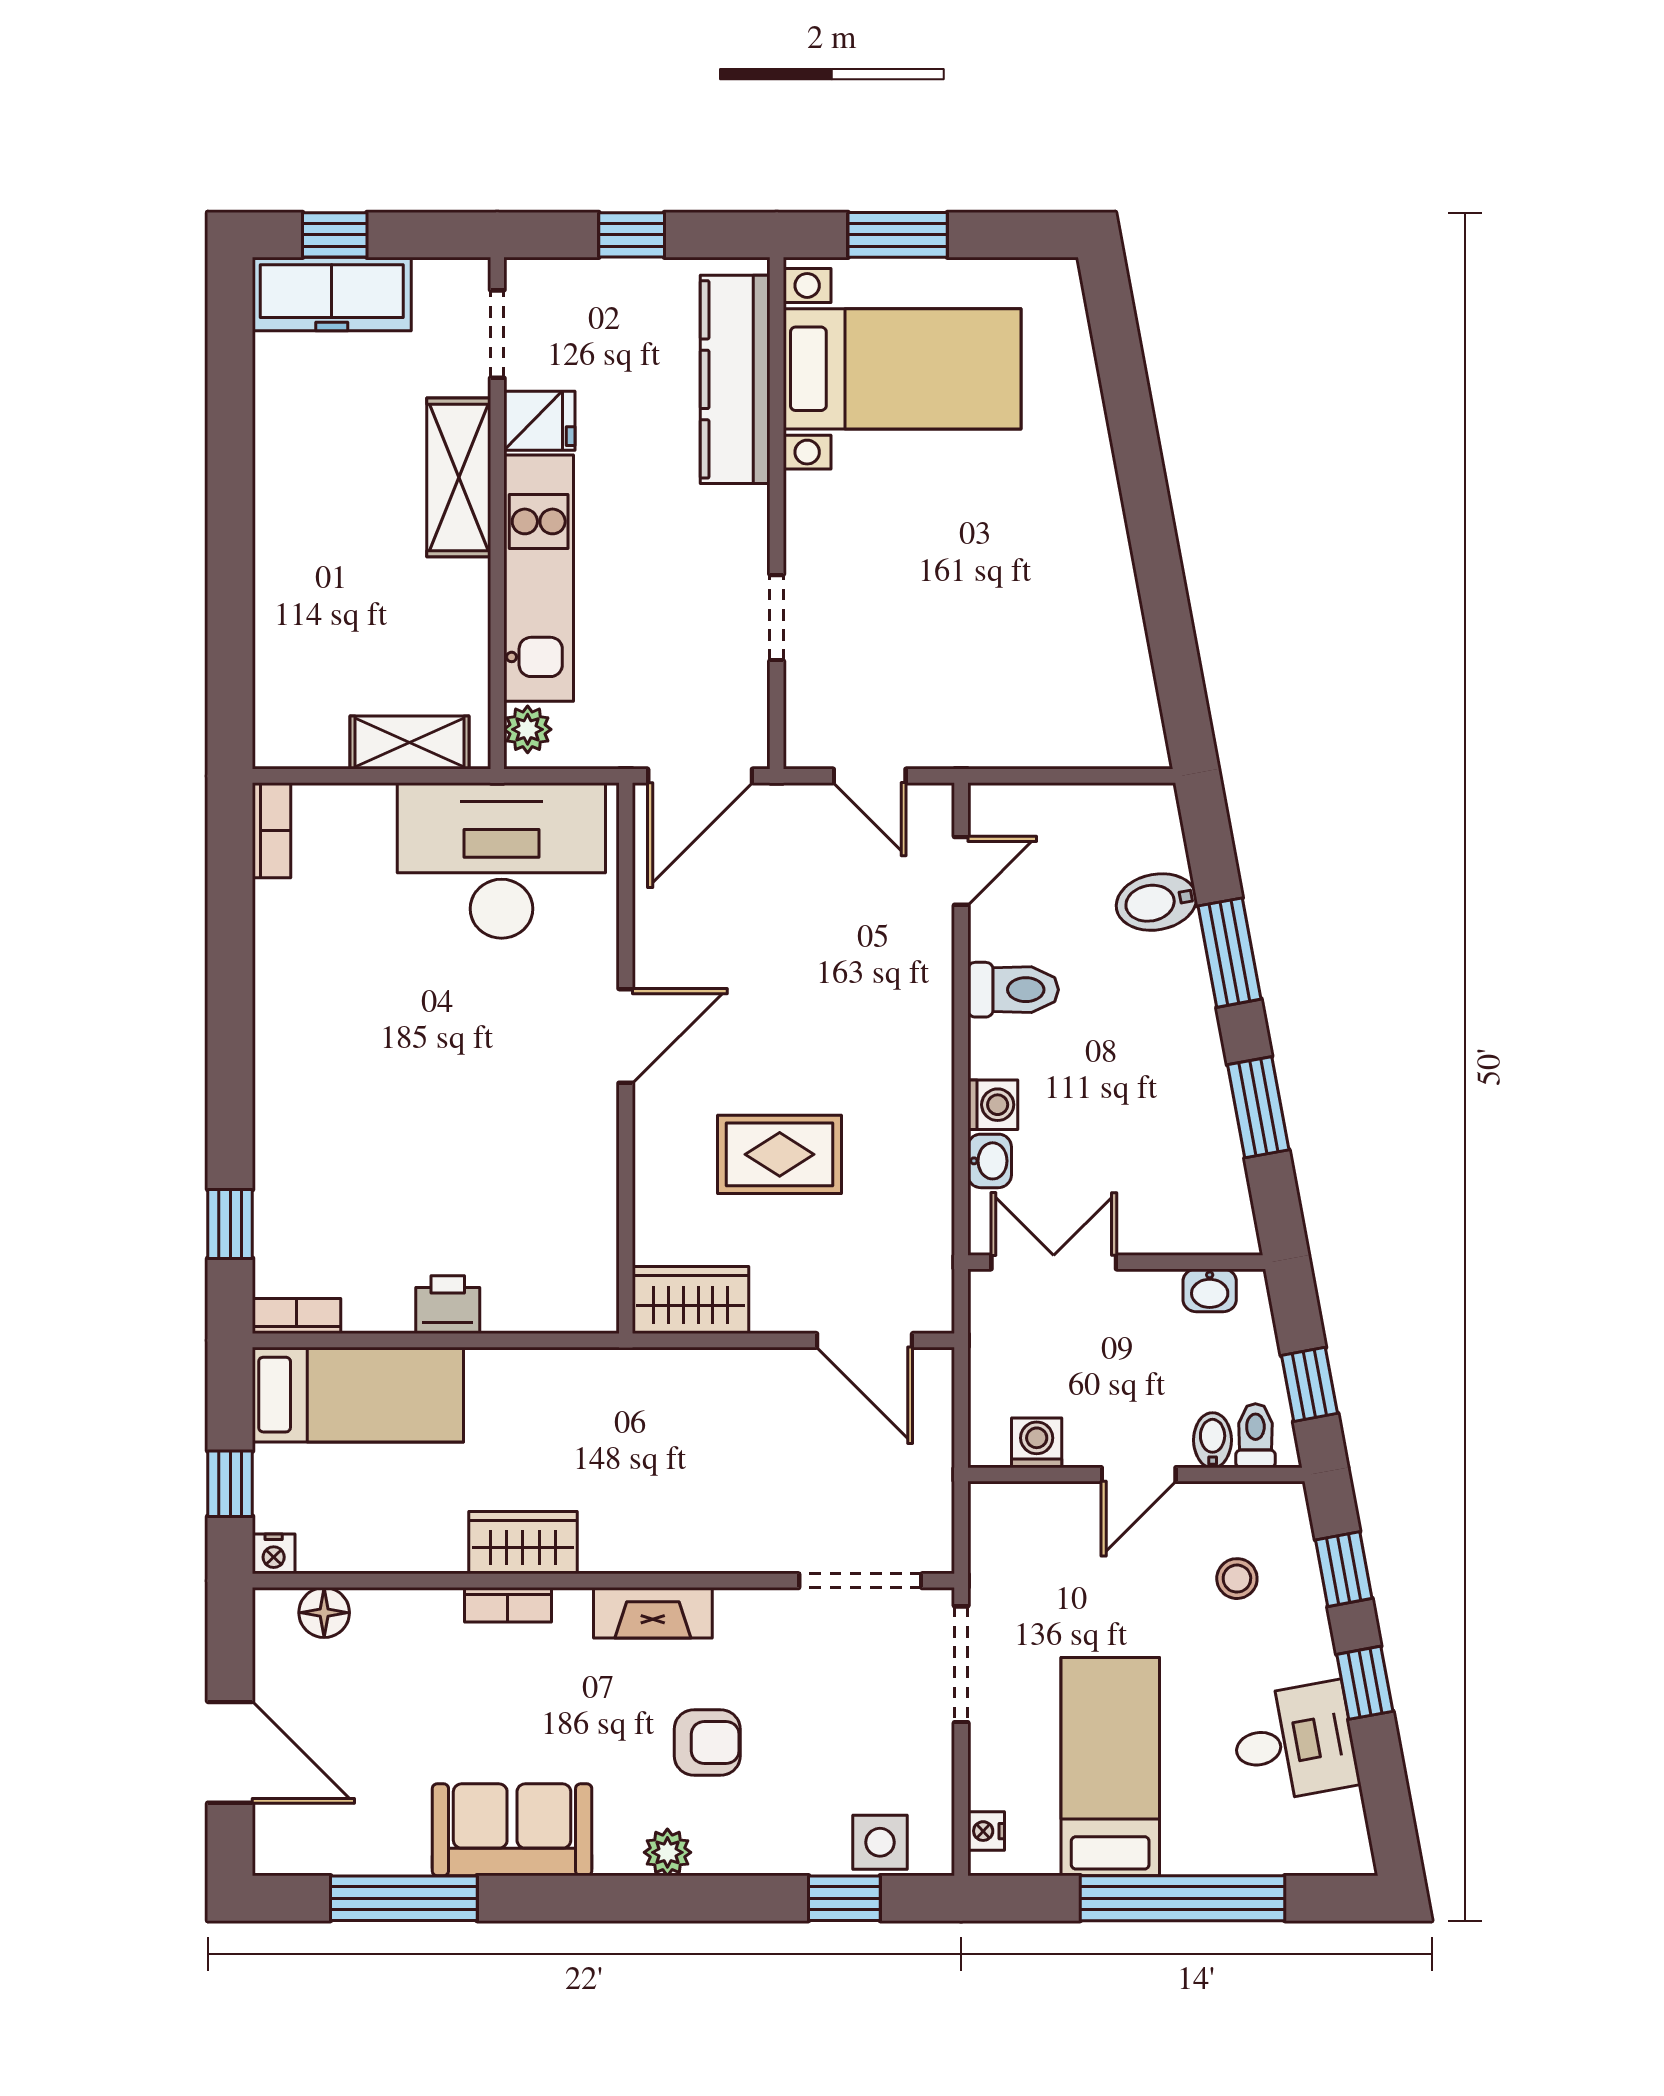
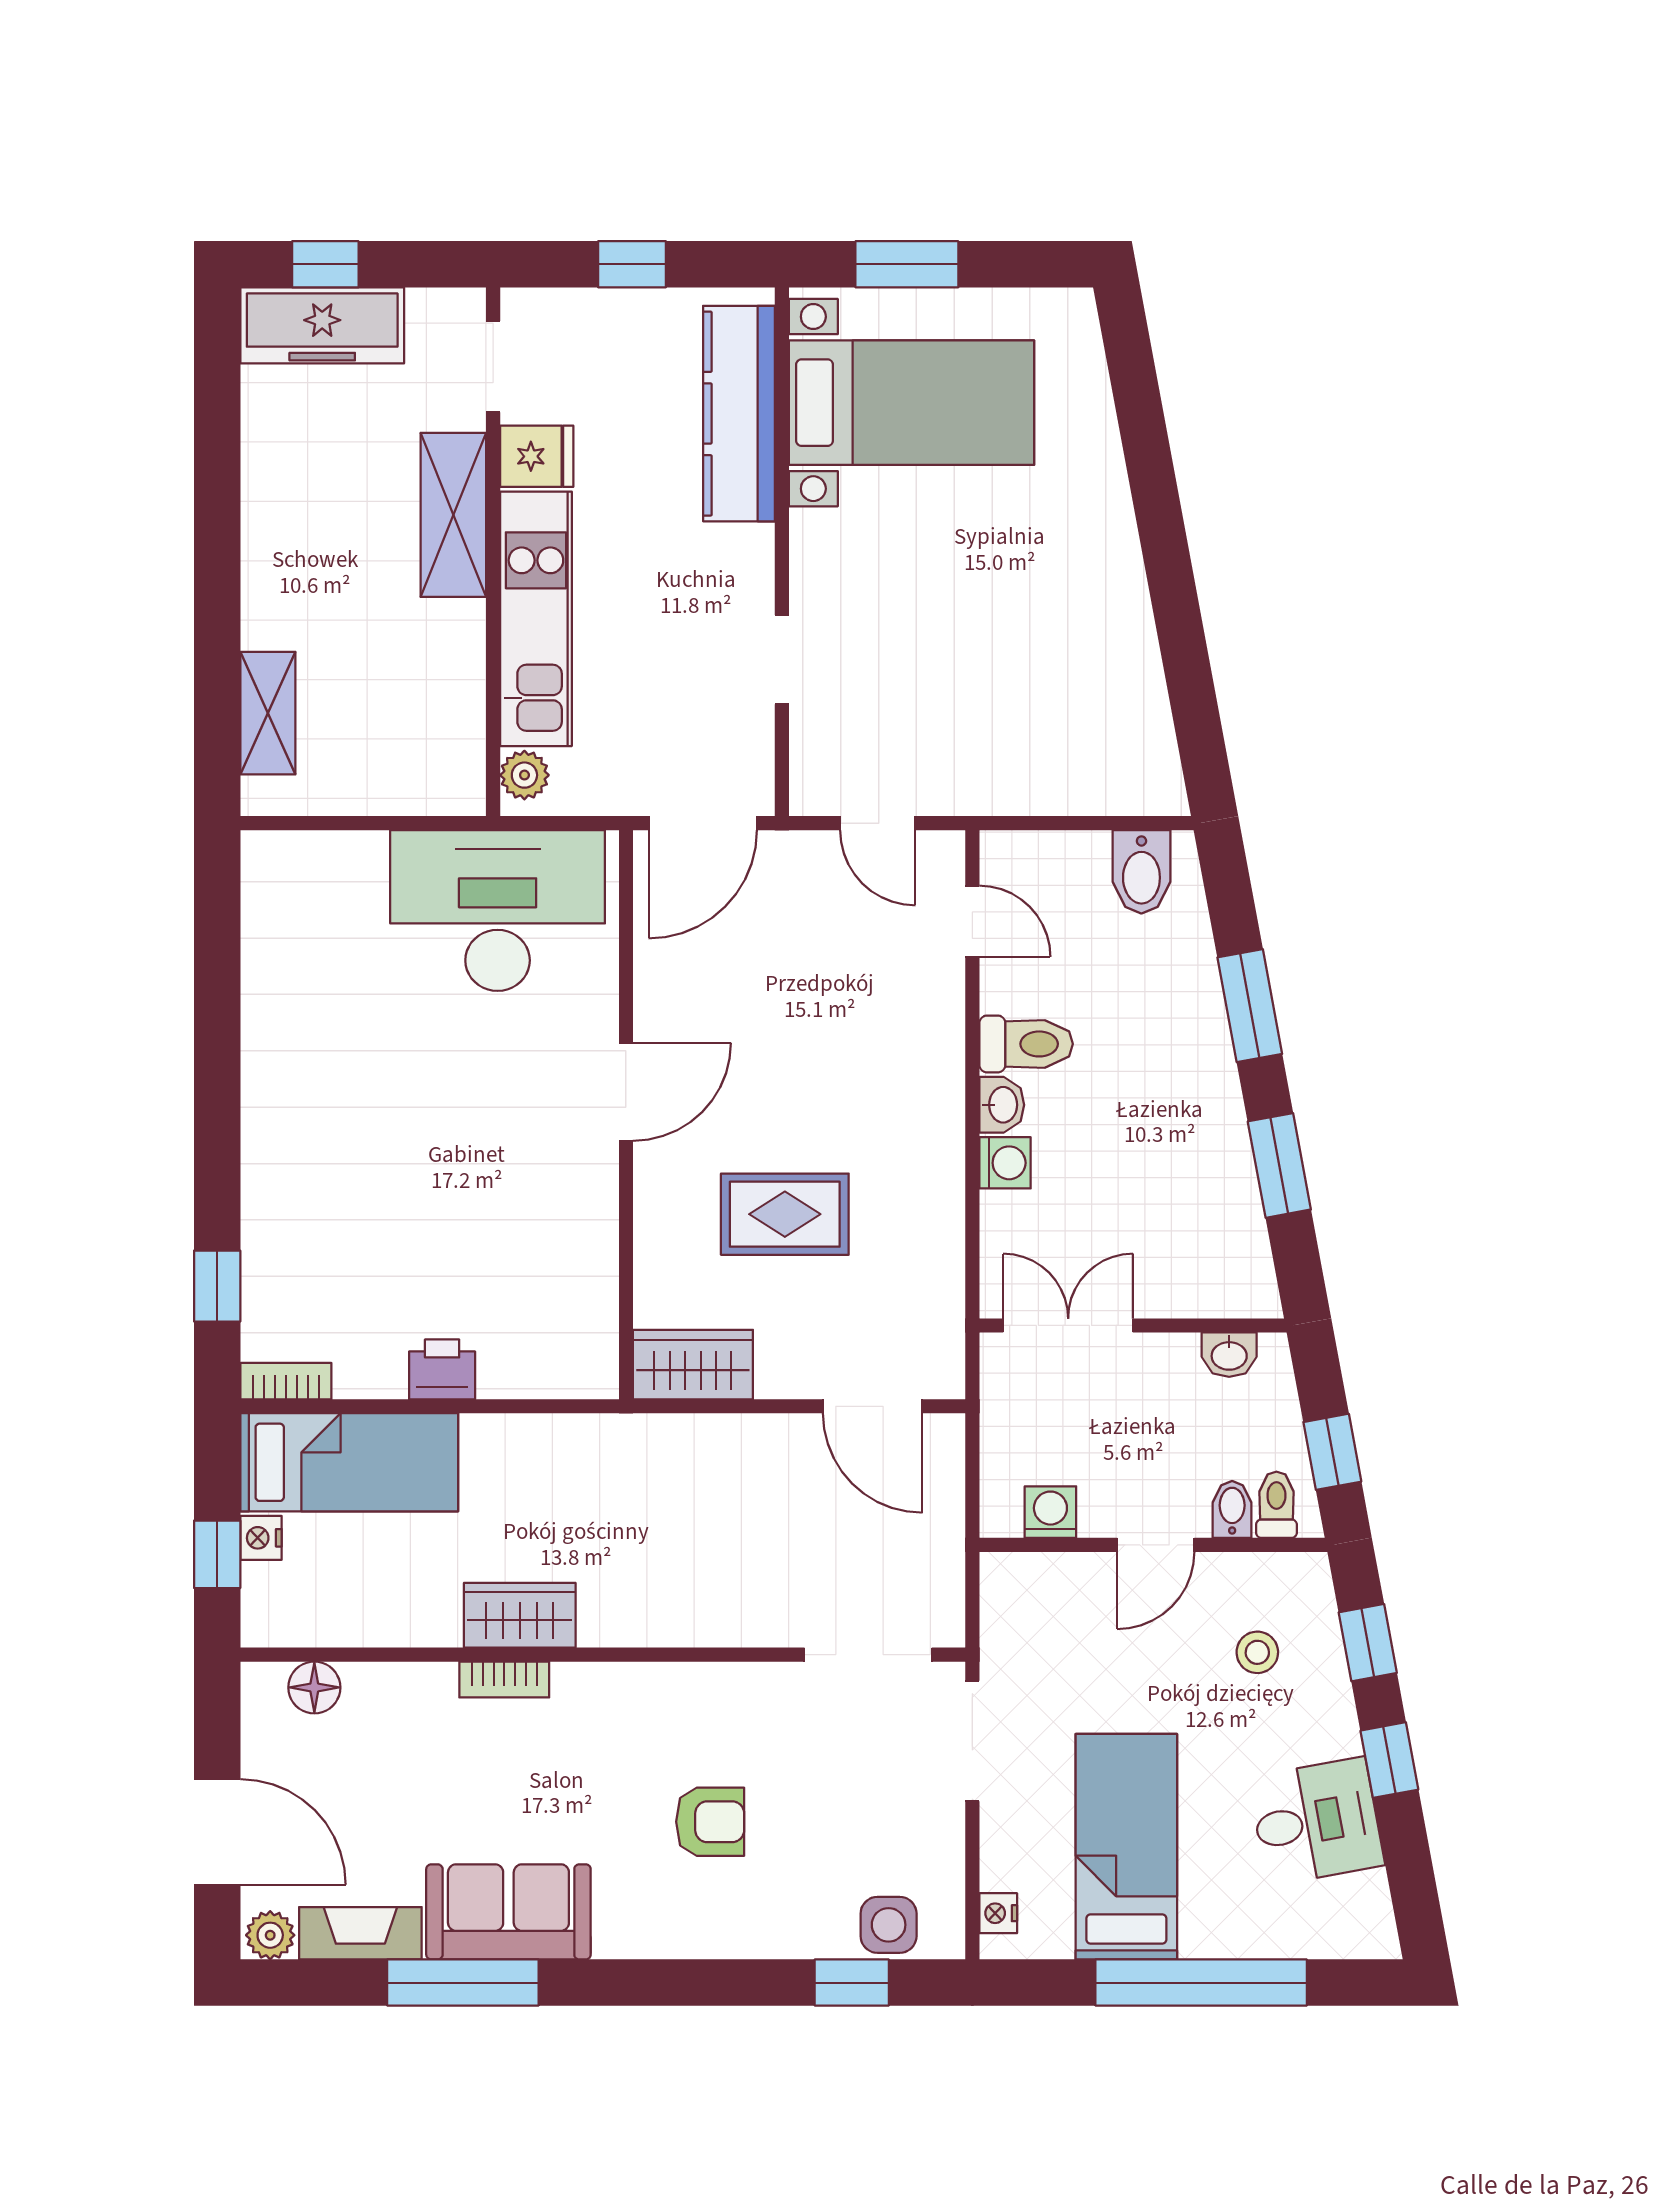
shelving: (410, 742) -> (268, 713), moved, turned 90
bookcase: (271, 830) -> (260, 879), removed
door: (961, 871) -> (972, 921), hinge flipped
bidet: (1156, 902) -> (1141, 872), moved, turned -80
washbasin: (990, 1161) -> (1002, 1105), moved
nightstand: (274, 1554) -> (261, 1538), moved, turned 90
fireplace: (653, 1613) -> (360, 1933), moved, turned 180
plant: (667, 1852) -> (270, 1935), moved
window: (404, 1898) -> (463, 1983), moved

